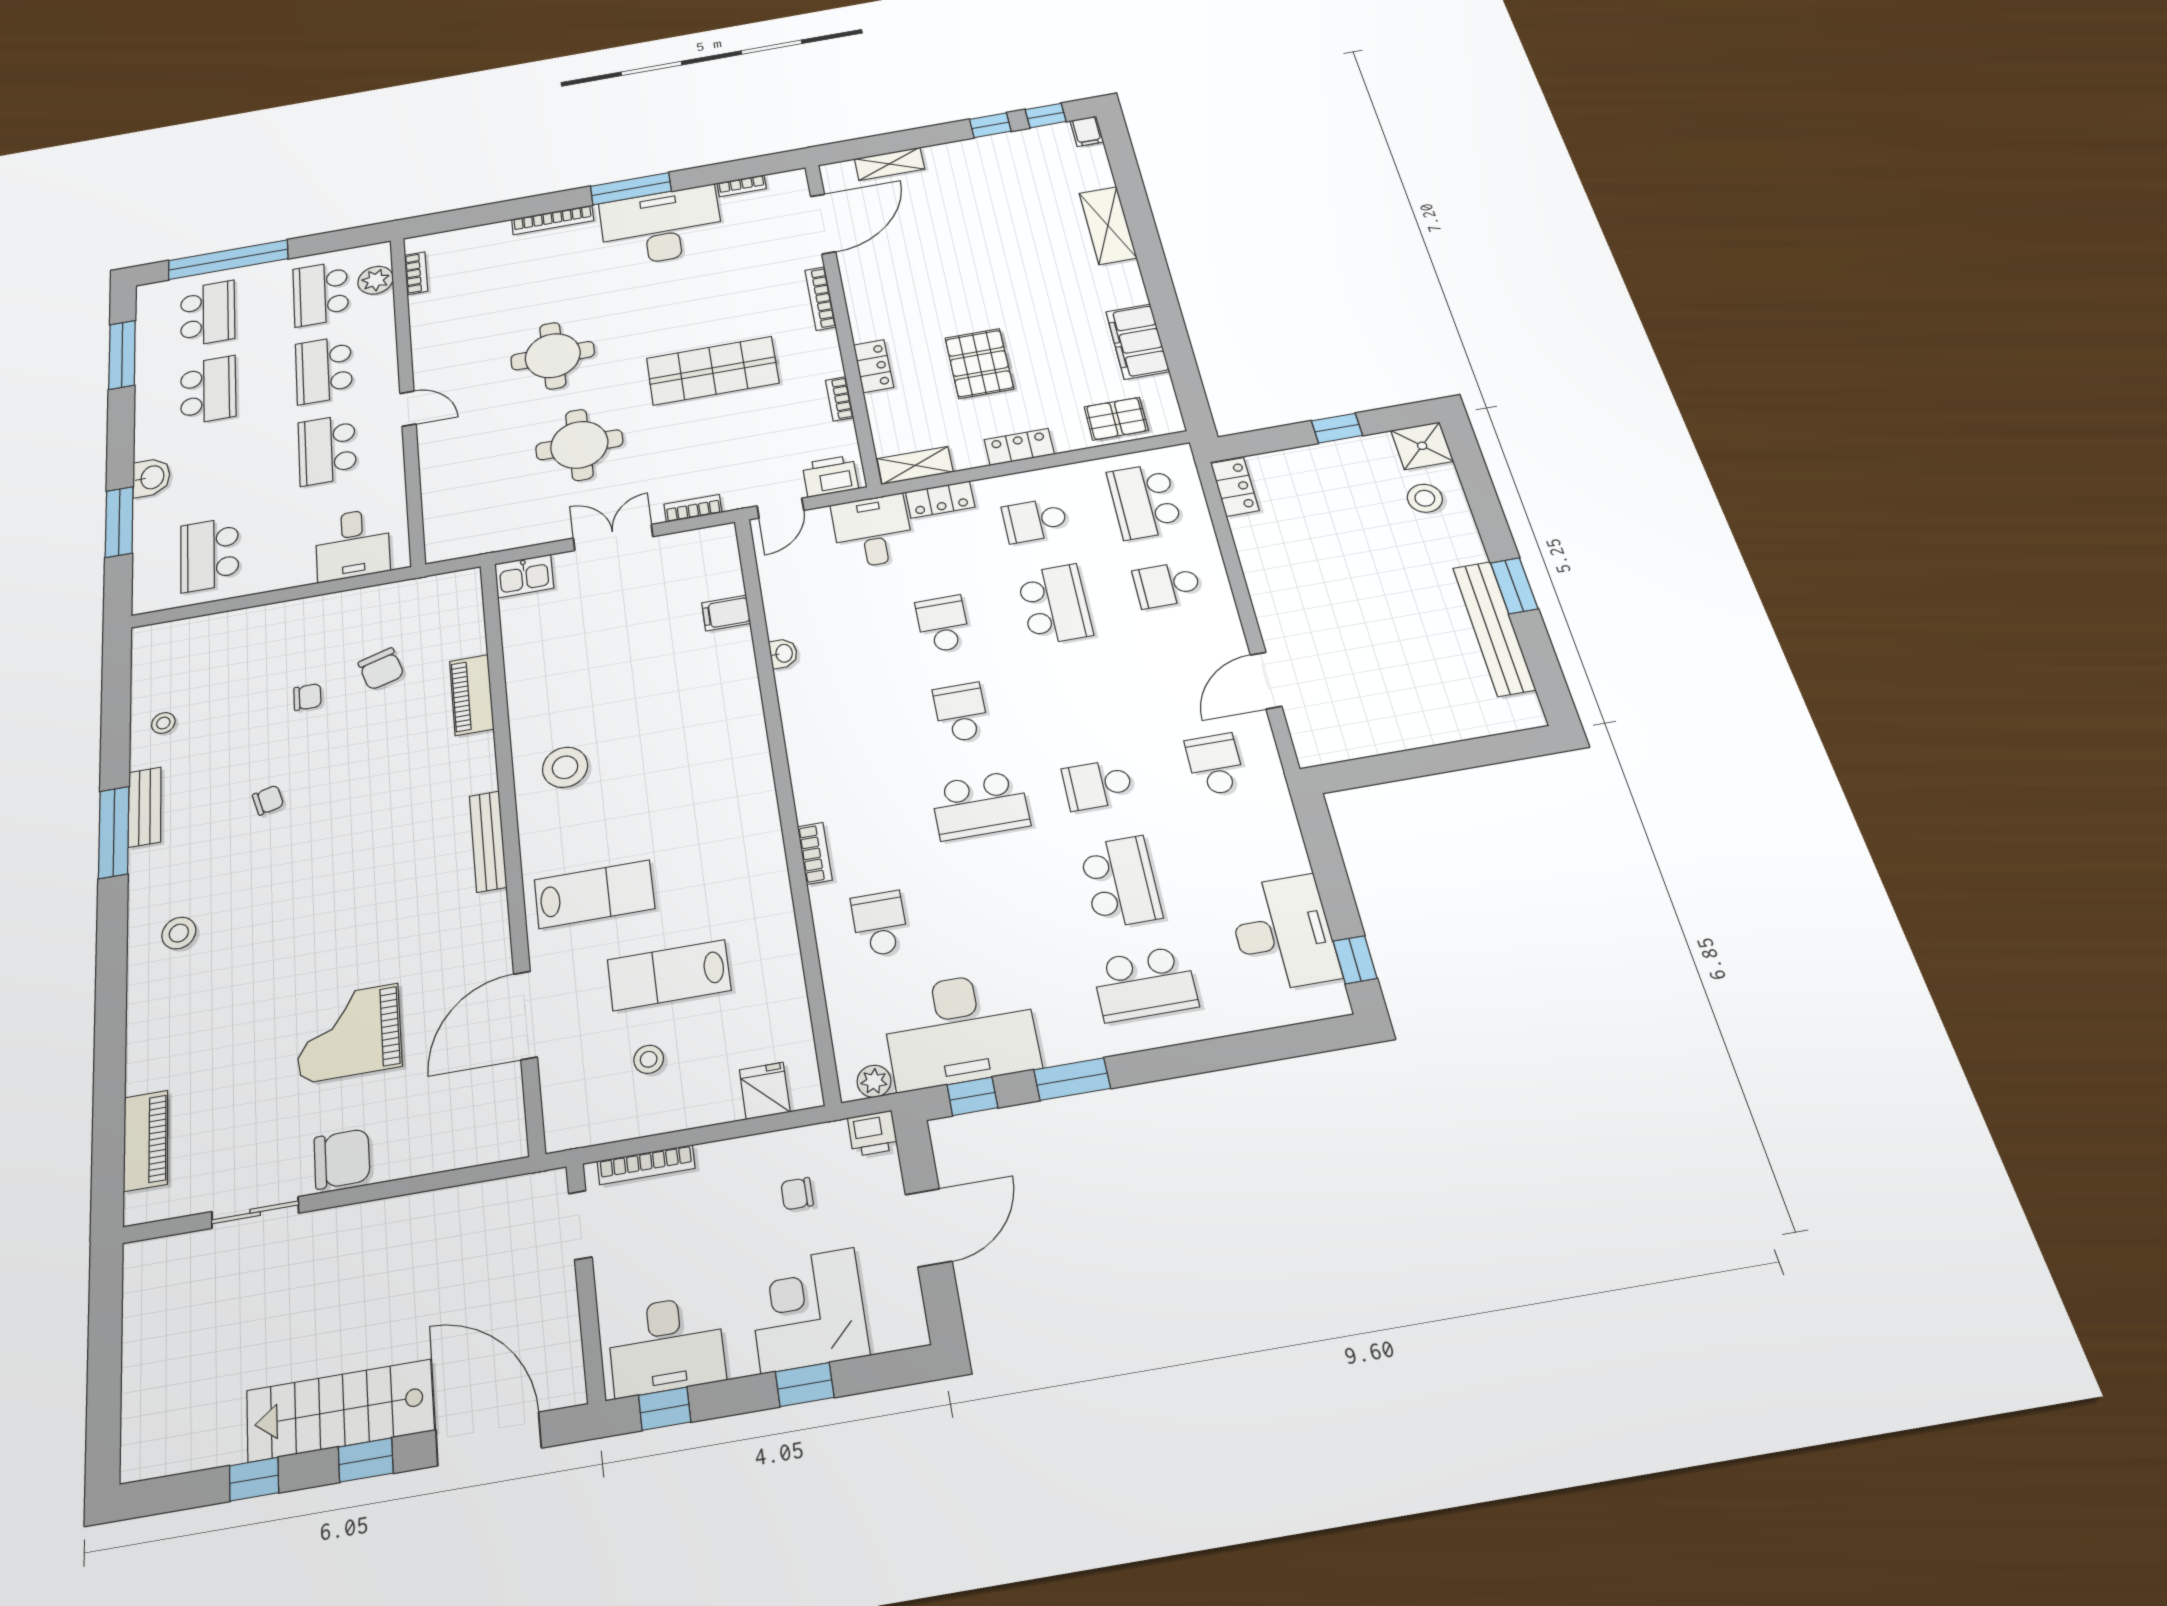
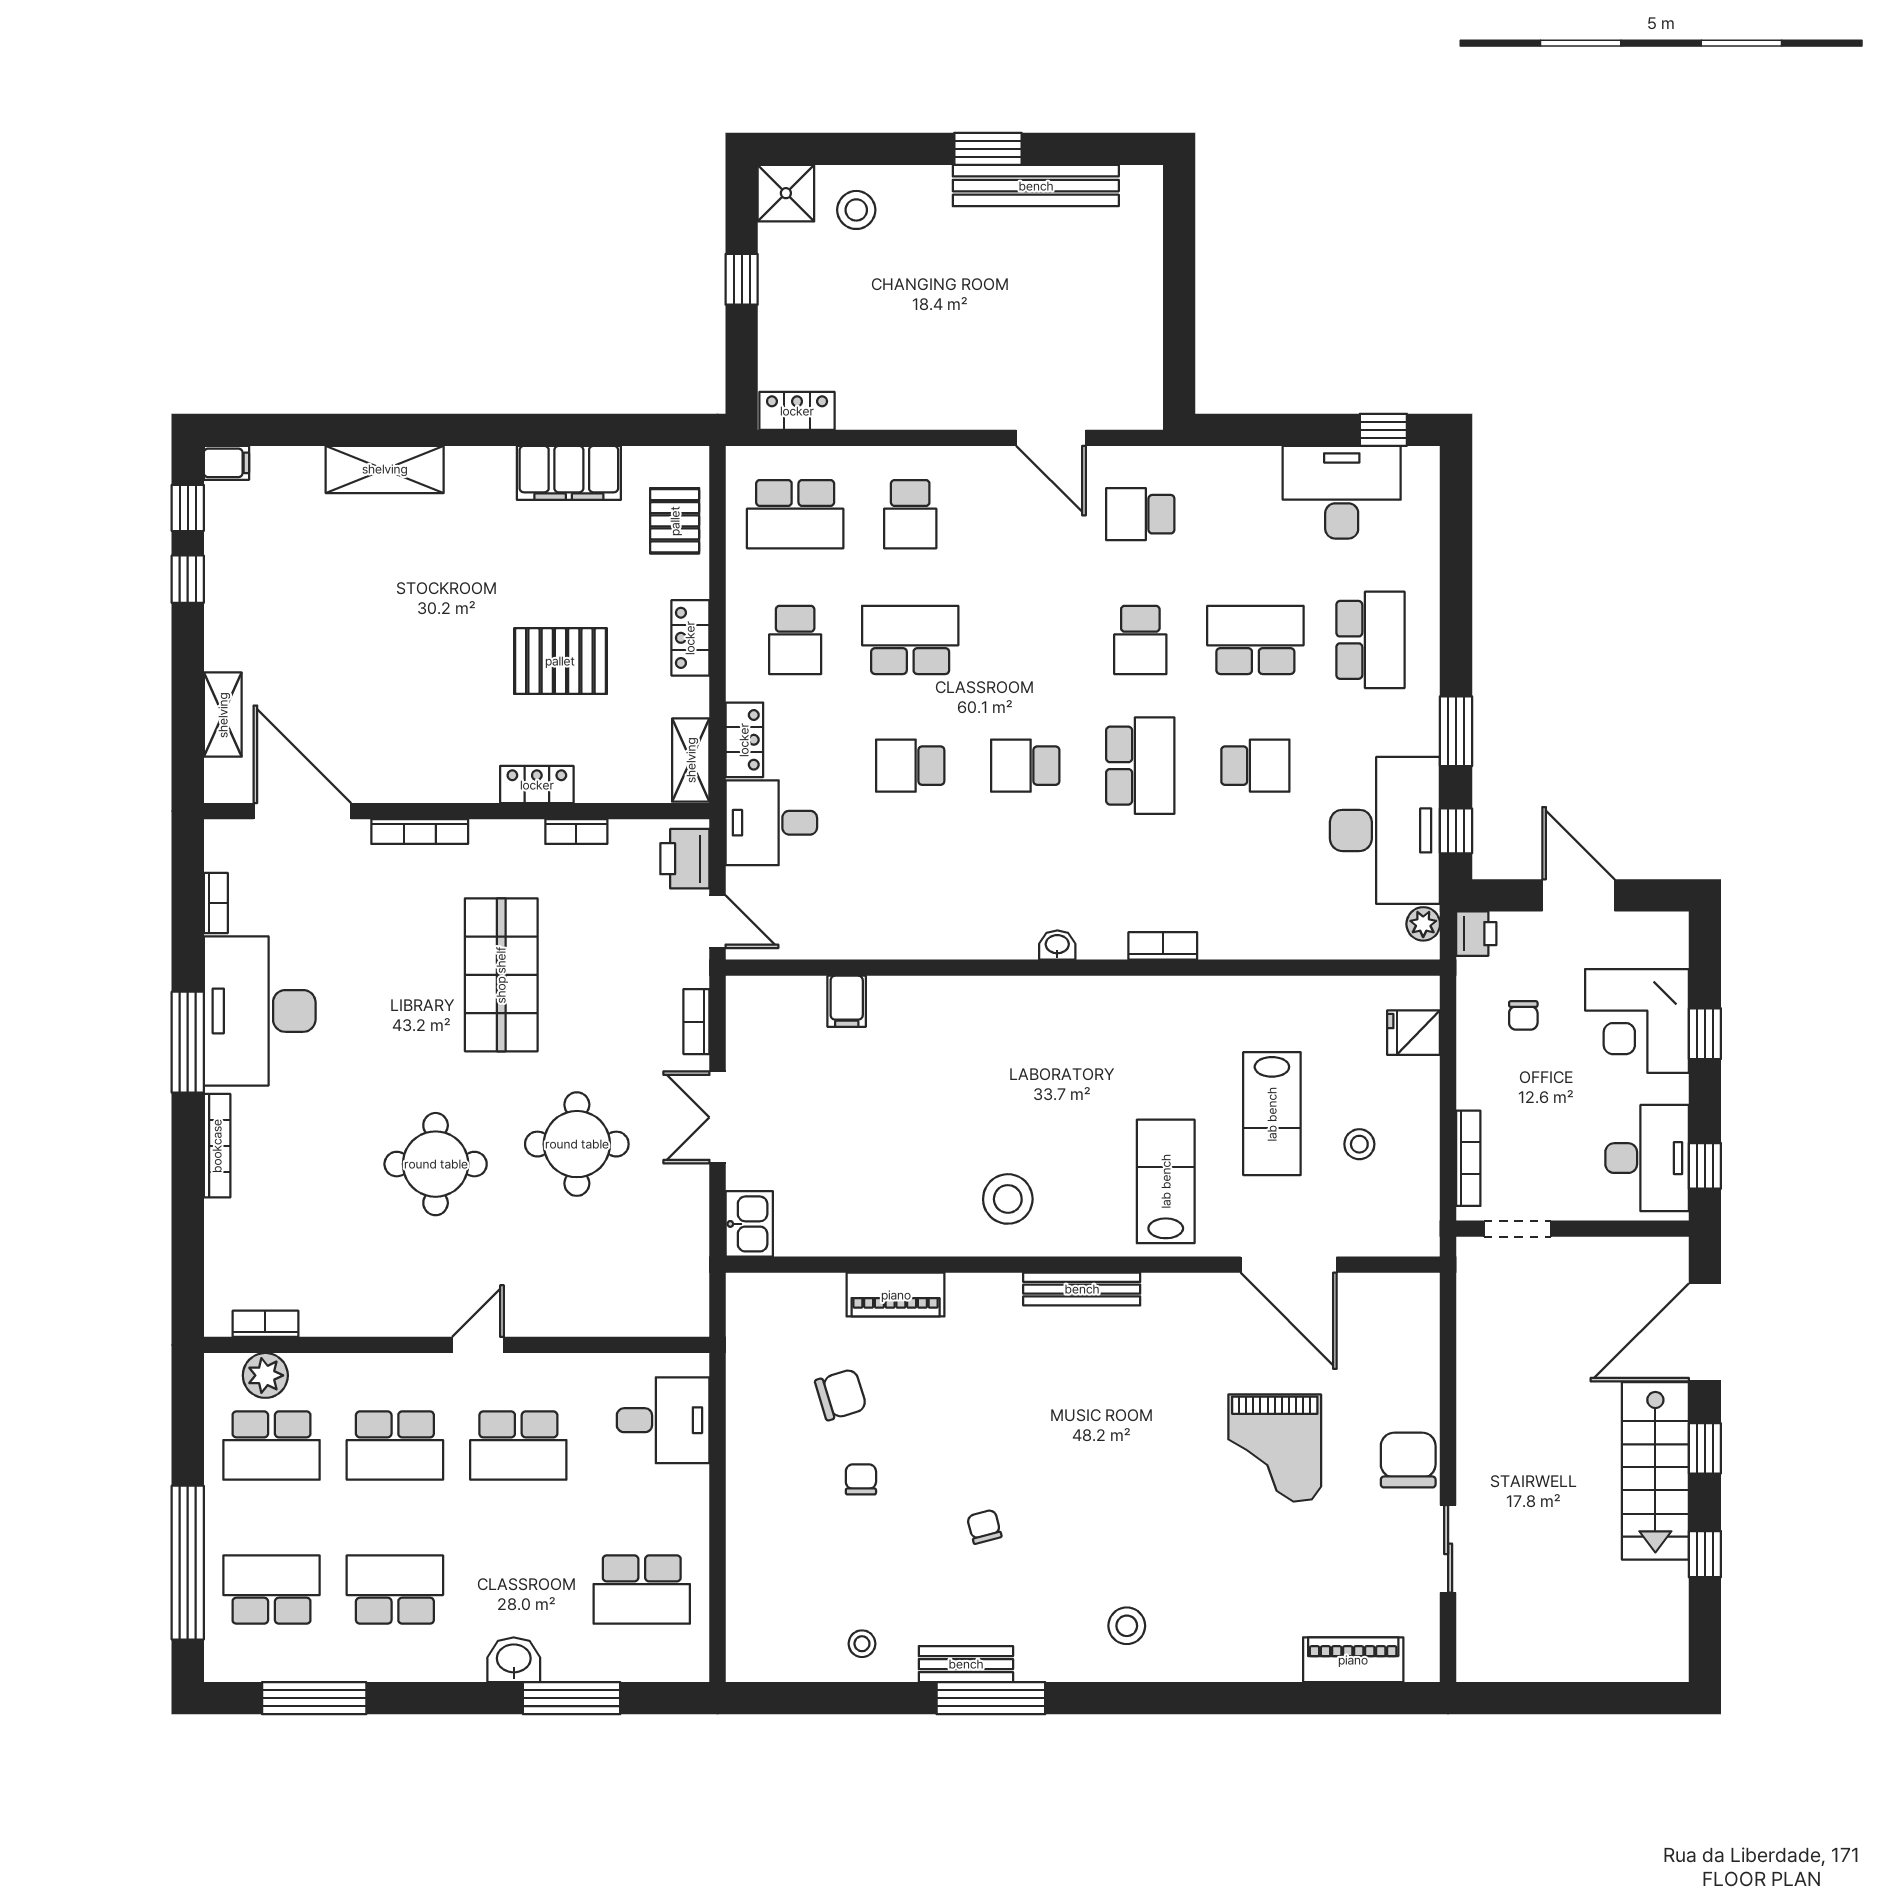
washbasin: (783, 653) -> (1057, 945), moved
school desk: (880, 924) -> (1255, 766), moved, turned 180

